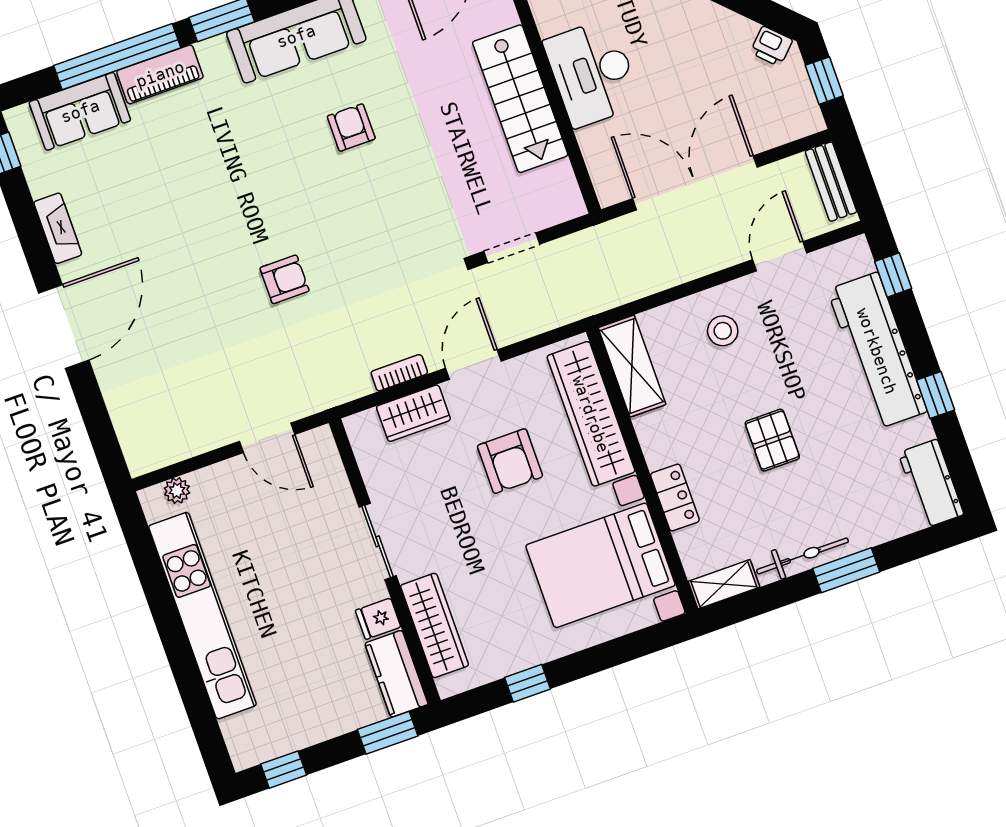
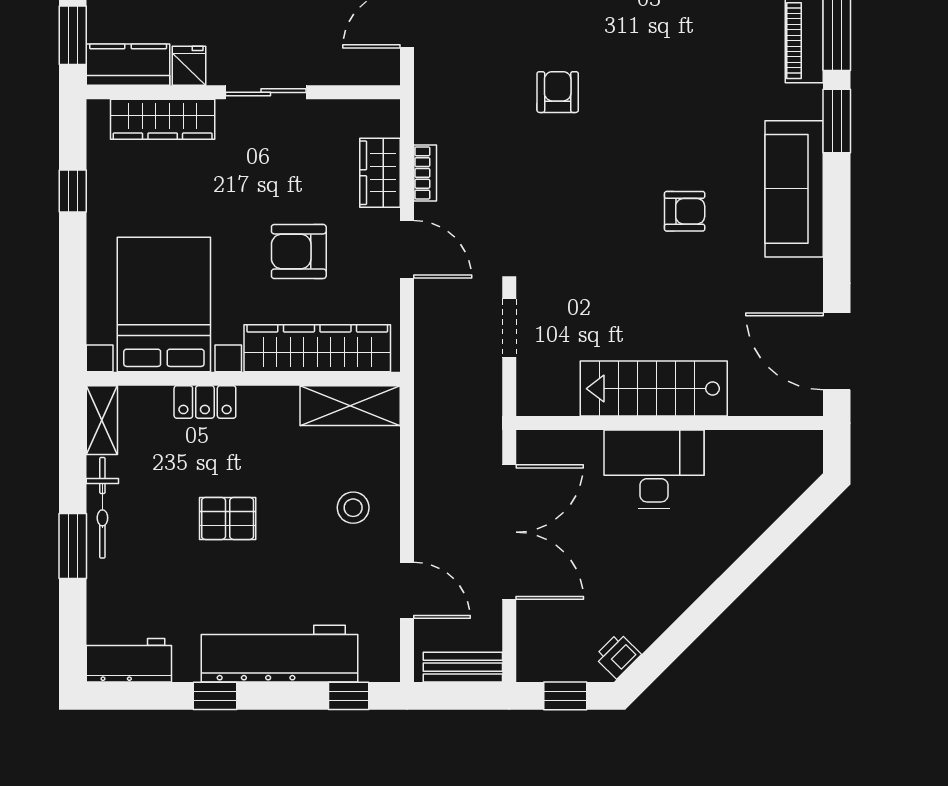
armchair: (284, 279) -> (558, 92), turned 180

